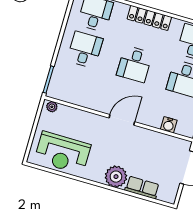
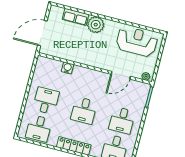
desk: (135, 64) -> (84, 111), turned 180
door: (122, 120) -> (121, 75), moved
water cooler: (169, 125) -> (67, 68), moved

